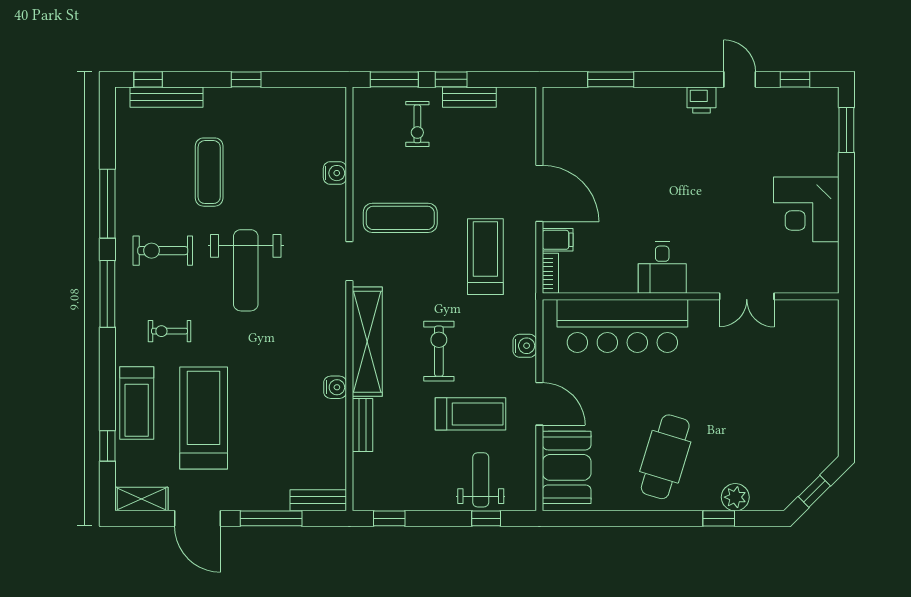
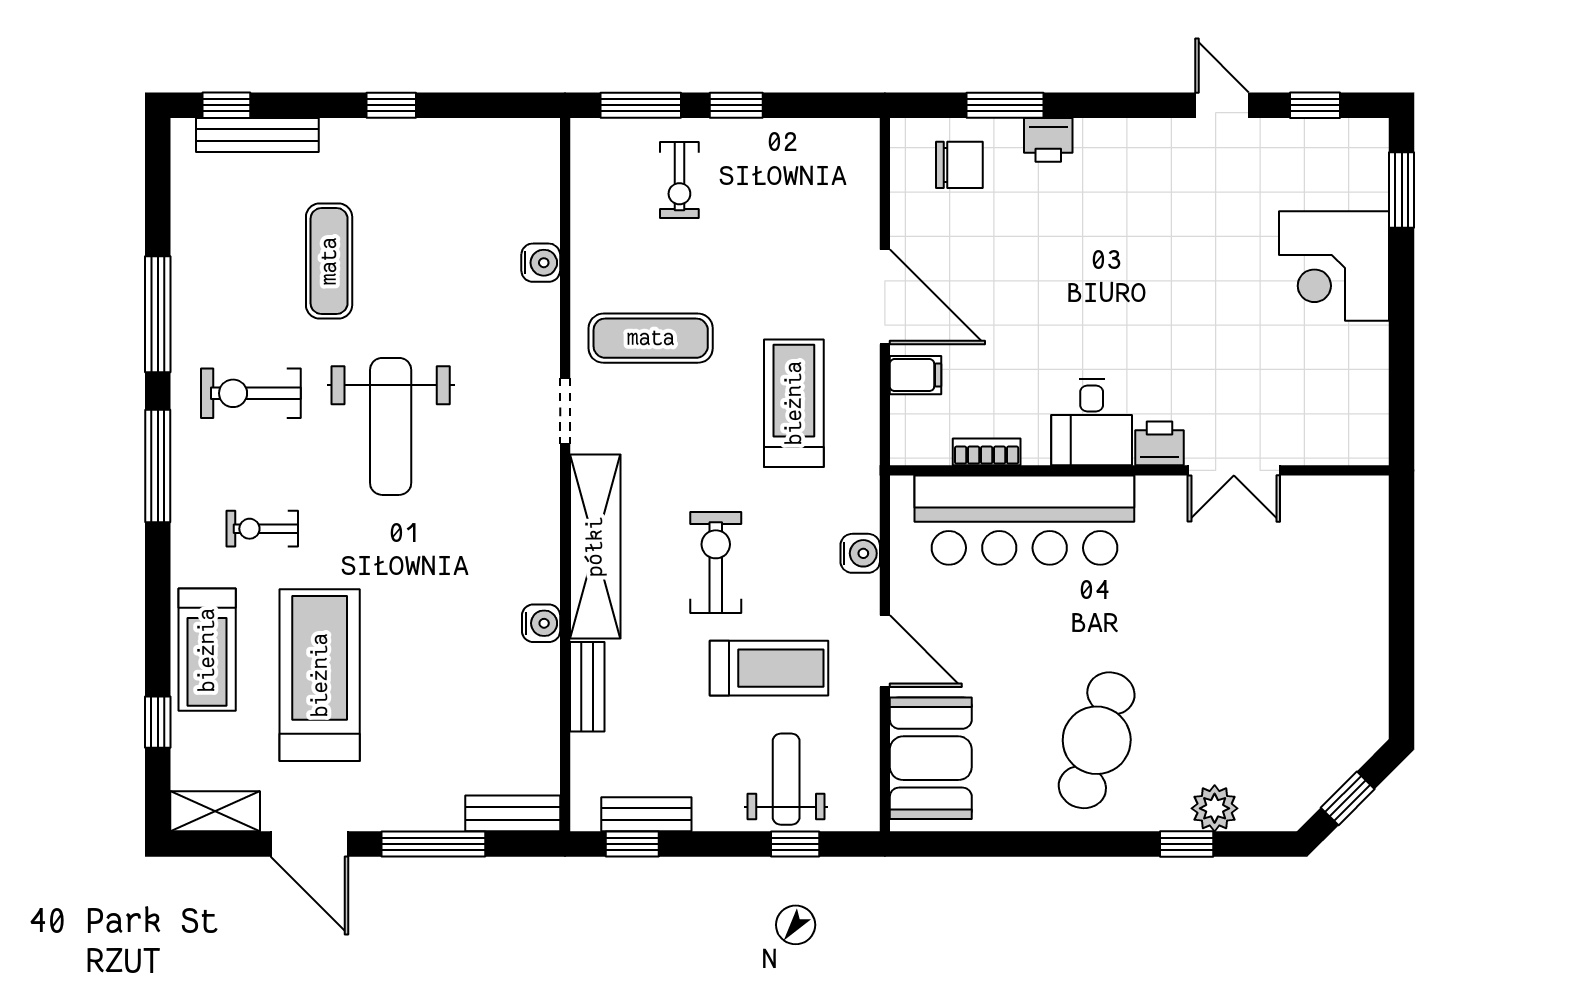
bench: (469, 97) -> (646, 814), moved
printer: (701, 100) -> (1048, 140), moved
chair: (584, 115) -> (959, 165), added
corner desk: (806, 209) -> (1334, 266), moved
bookcase: (550, 273) -> (987, 452), moved, turned -90
printer: (703, 280) -> (1159, 443), added

